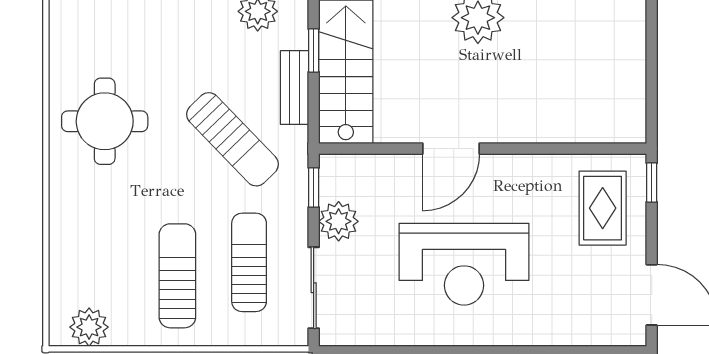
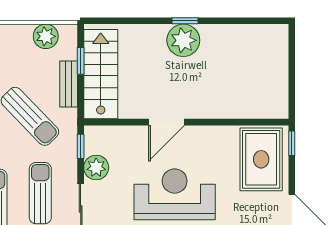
rug: (603, 208) -> (261, 159), width x1.36, depth x1.43
reception desk: (464, 264) -> (175, 194), turned 180

